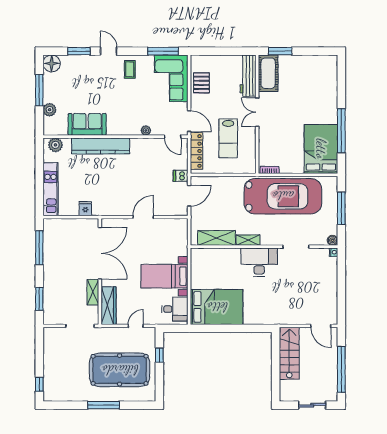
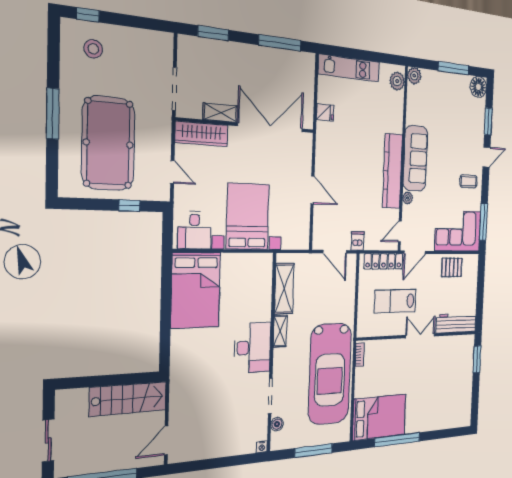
cot: (268, 73) -> (457, 347), removed
plant: (50, 110) -> (414, 76), moved
sofa: (87, 124) -> (415, 158), moved, width x1.36
kitchen counter: (101, 146) -> (392, 171), moved
boiler: (332, 240) -> (277, 424), moved
double door: (100, 253) -> (270, 127), swing flipped
bed with nightstands: (164, 276) -> (248, 217), width x1.36
stool: (60, 381) -> (93, 49), added

